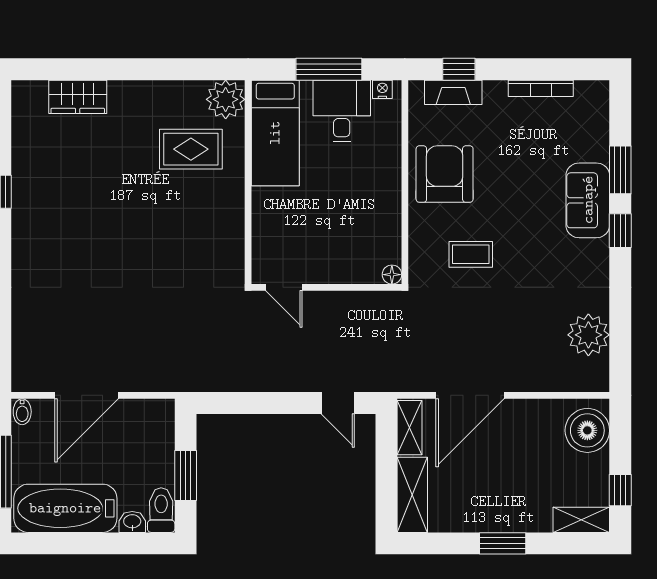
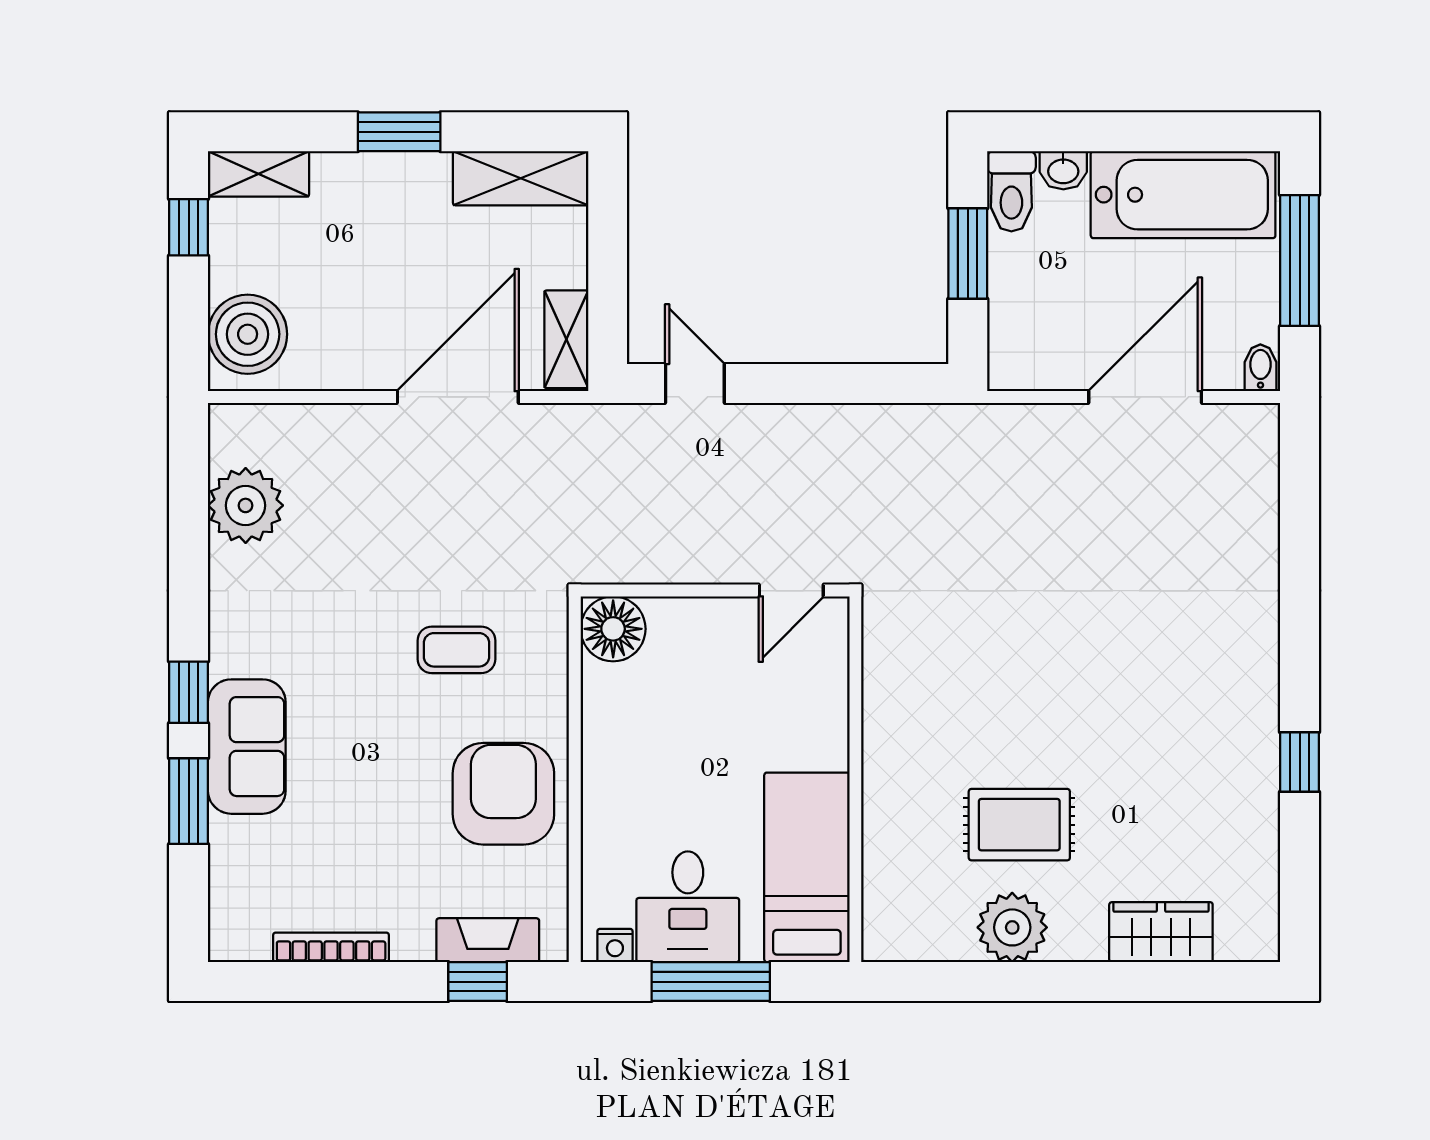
plant: (226, 99) -> (1012, 927), moved
rug: (191, 149) -> (1019, 825), moved
armchair: (445, 174) -> (503, 794), turned 180
floor lamp: (392, 275) -> (613, 629), width x1.89, depth x1.89
door: (284, 287) -> (791, 591), swing flipped
shelving: (412, 495) -> (521, 178), moved, turned 90

